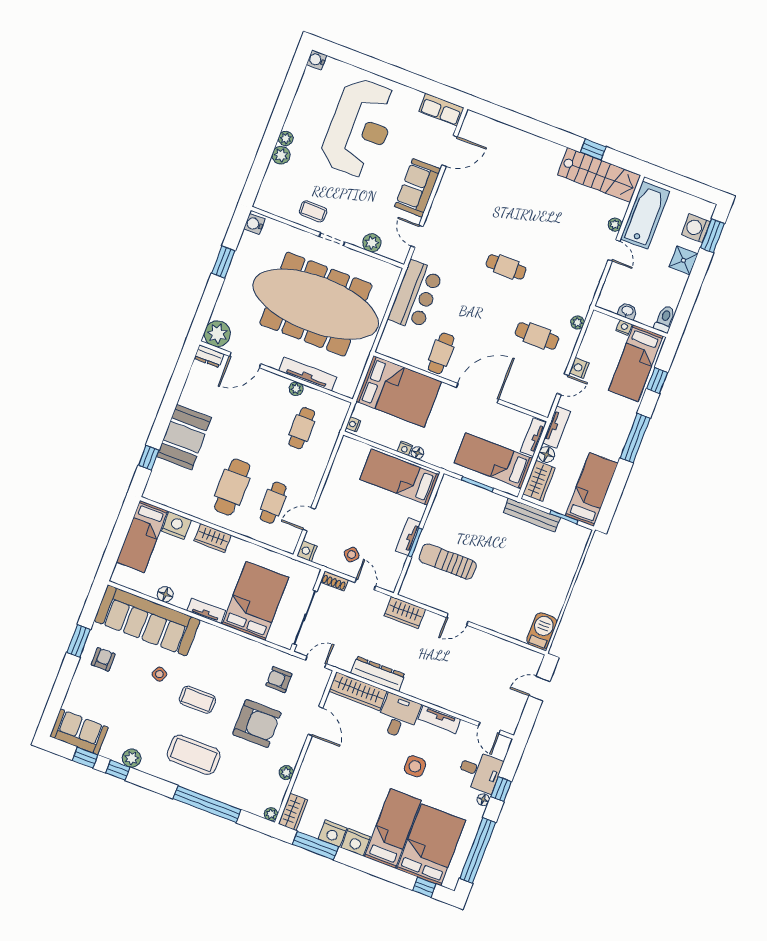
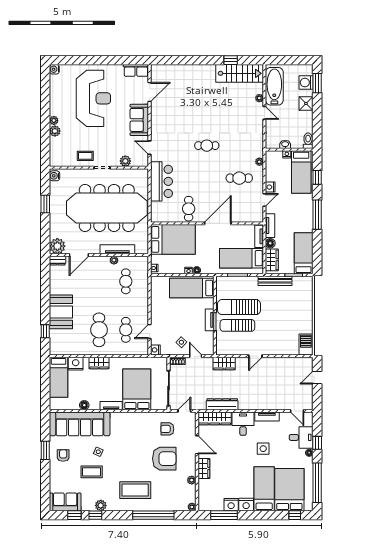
sun lounger: (461, 534) -> (239, 307), added
coffee table: (197, 700) -> (92, 472), moved
wardrobe: (293, 812) -> (204, 469), moved

